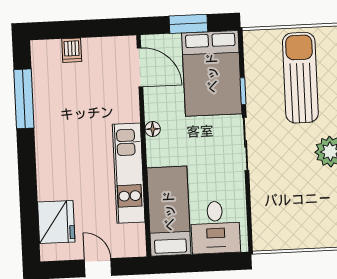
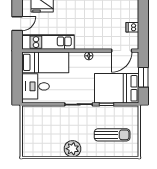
dishwasher: (72, 50) -> (132, 27), moved
sun lounger: (300, 78) -> (112, 135), width x0.73, depth x0.75
kitchen unit: (129, 173) -> (48, 42), moved

